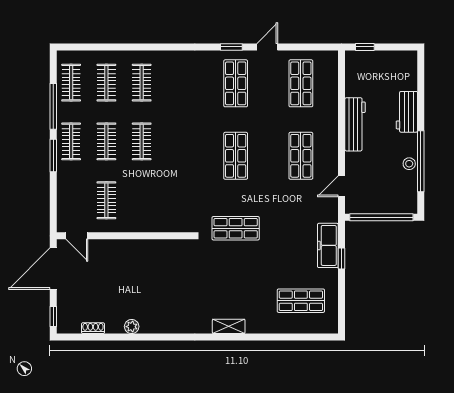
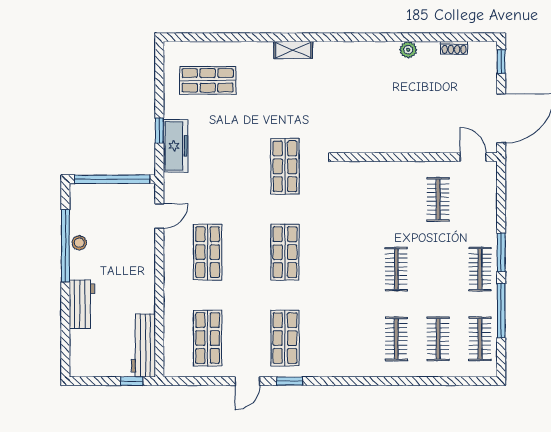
workbench: (355, 124) -> (143, 345), moved
clothes rail: (106, 141) -> (438, 269), removed
shop shelf: (236, 228) -> (285, 166), turned 90

